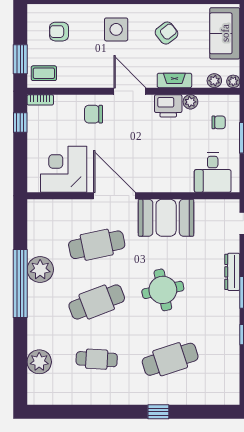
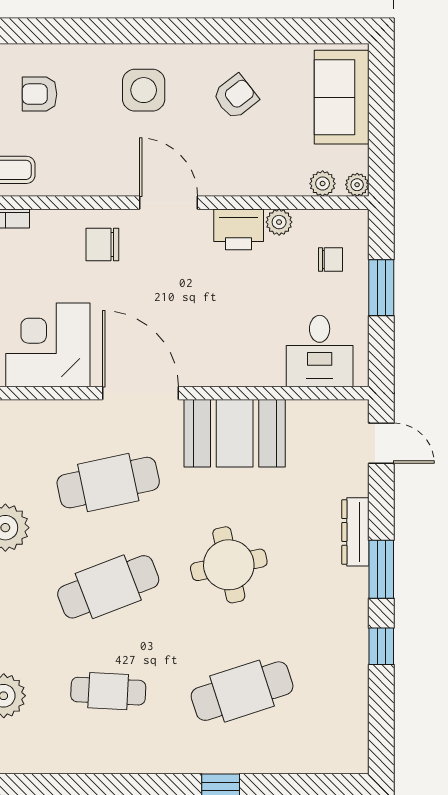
fireplace: (174, 80) -> (250, 183), removed

